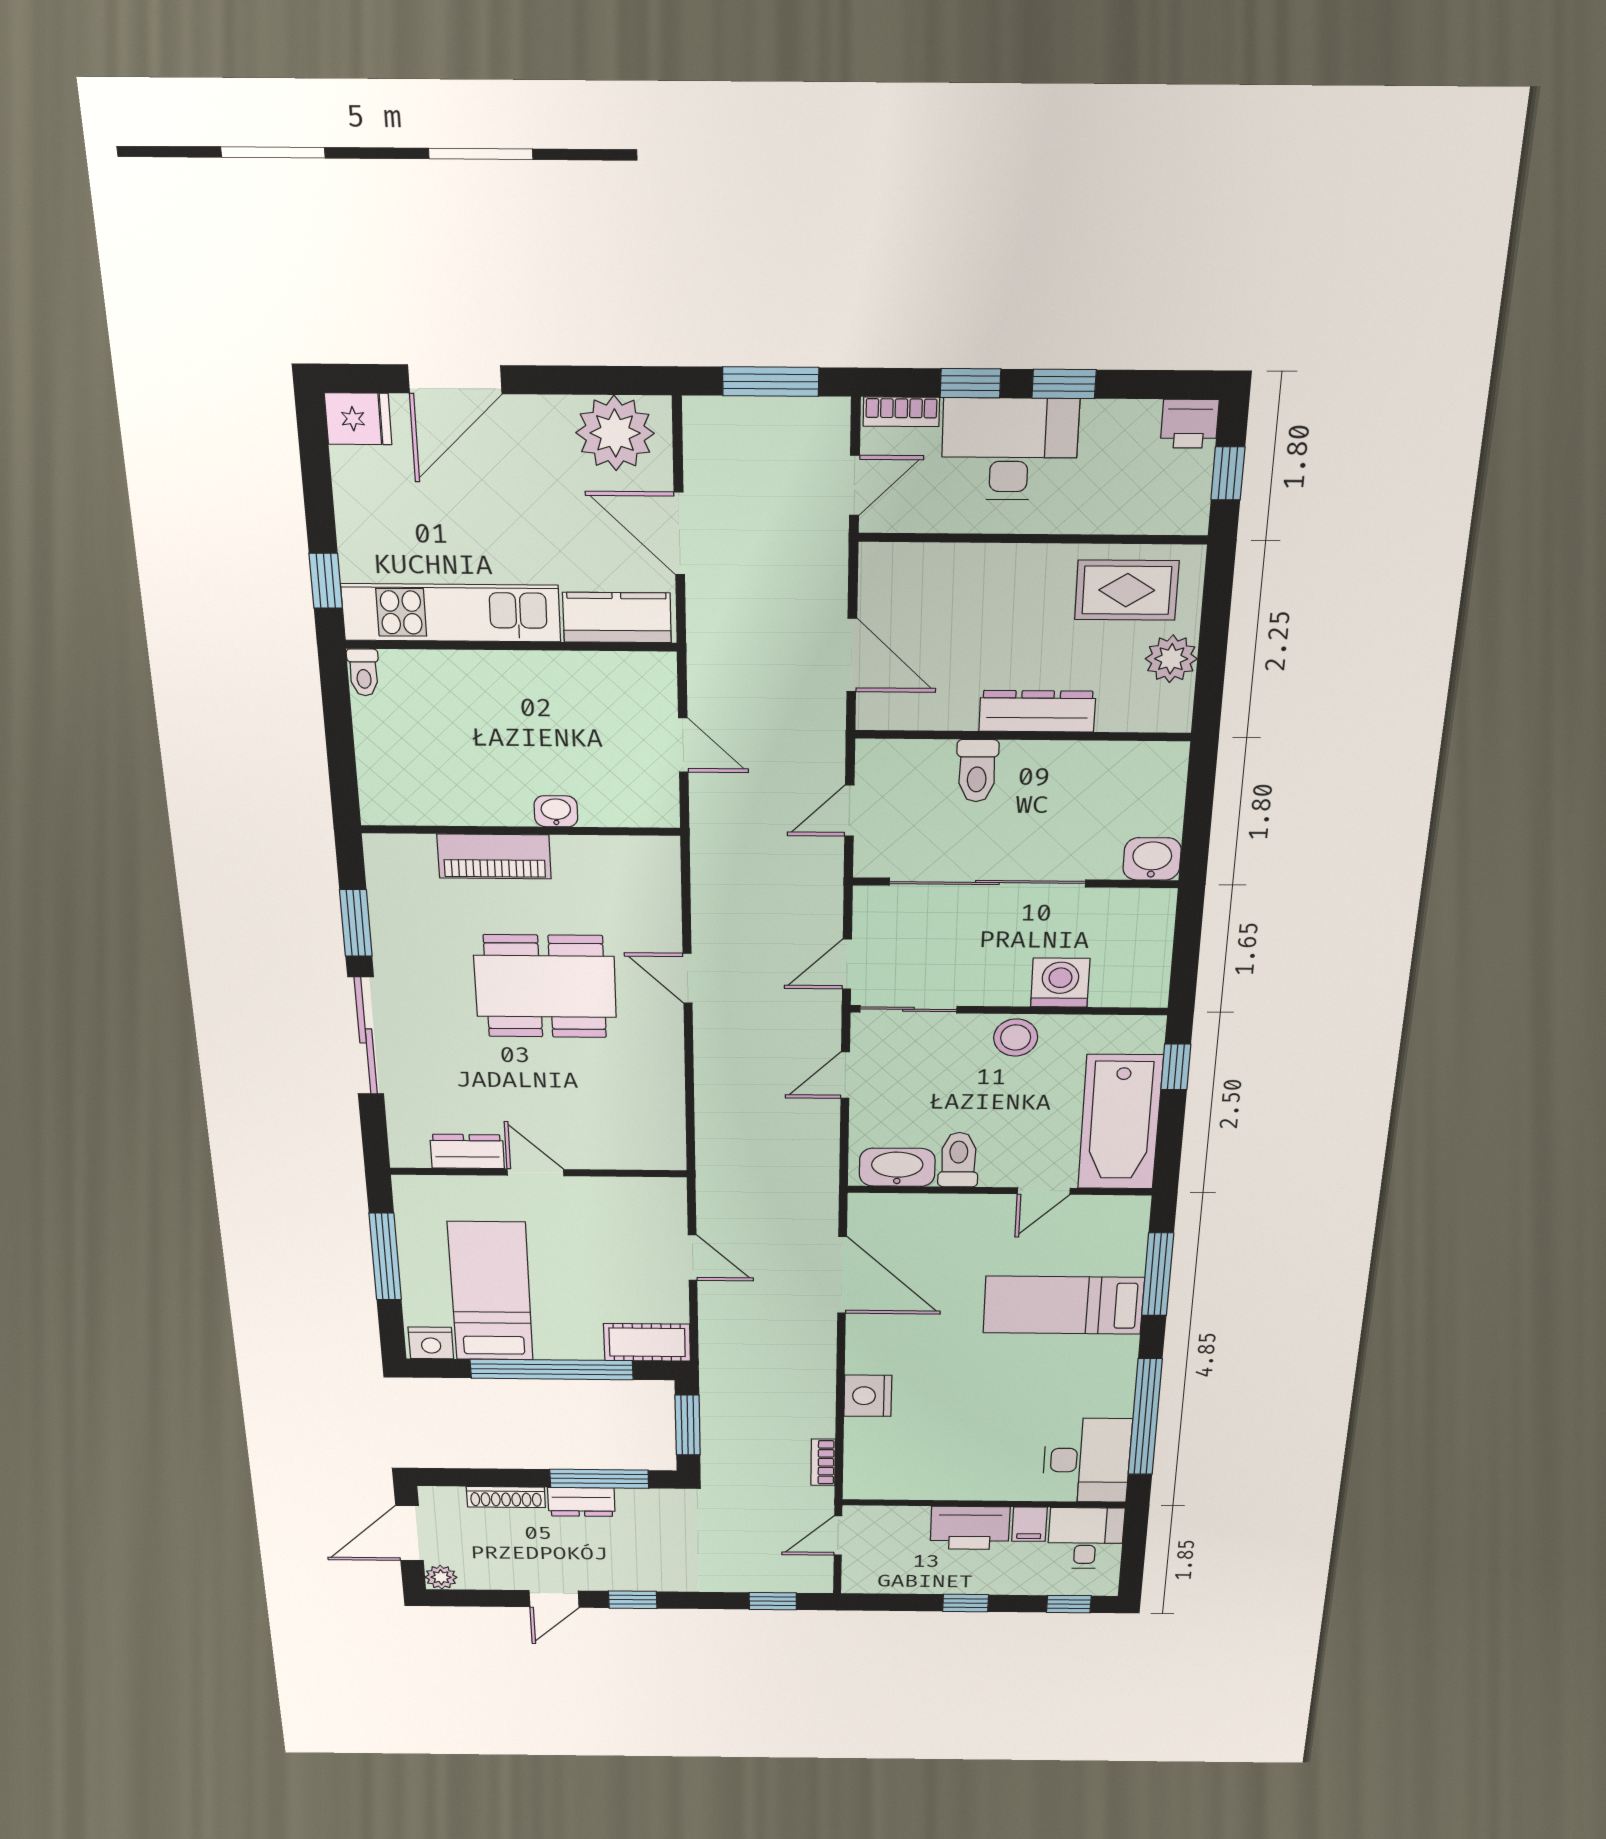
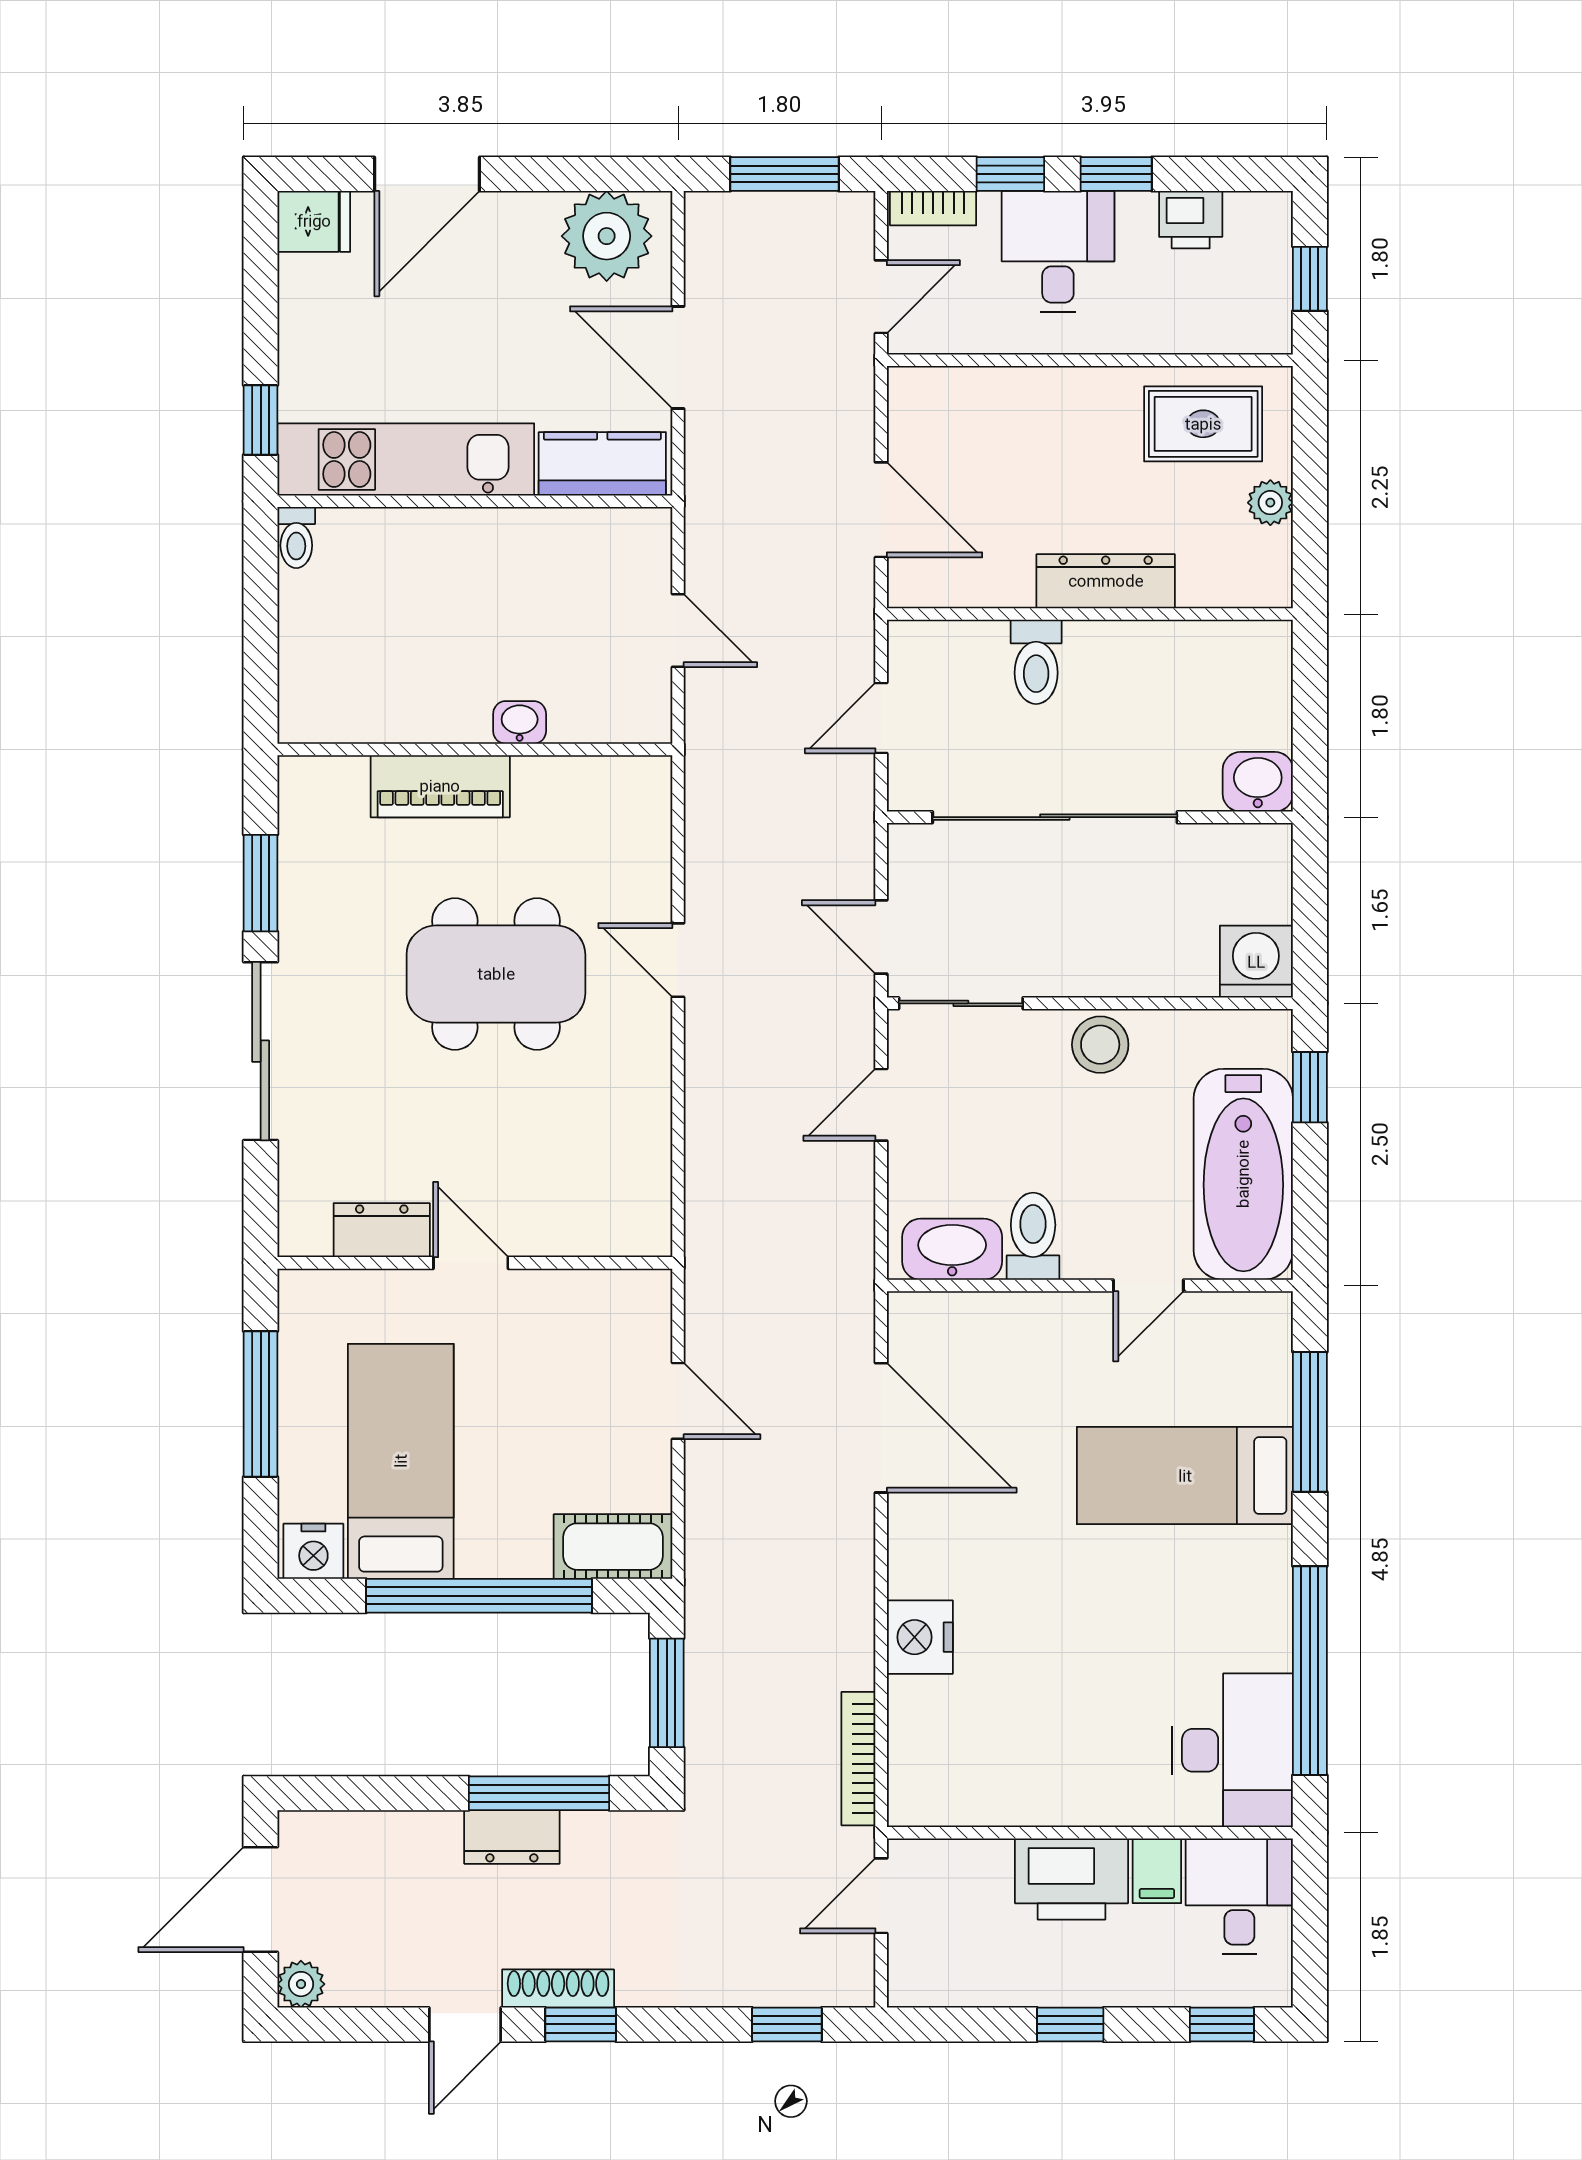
printer: (1190, 424) -> (1191, 220), moved
desk: (1010, 449) -> (1058, 252), width x0.73
plant: (1171, 659) -> (1270, 503), width x0.73, depth x0.73
door: (847, 964) -> (881, 937), hinge flipped
washing machine: (1060, 983) -> (1256, 962), moved
bookcase: (823, 1462) -> (858, 1759), width x1.56
shoe rack: (506, 1497) -> (558, 1989), moved, turned 180

